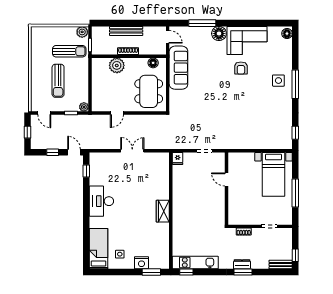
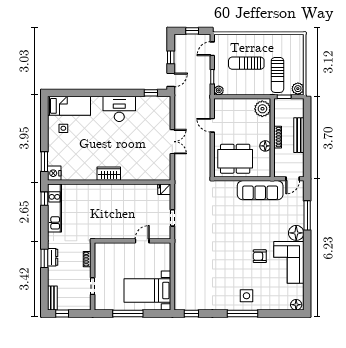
floor lamp: (153, 63) -> (265, 146), moved
plant: (117, 65) -> (262, 109), moved
nightstand: (141, 263) -> (54, 173), moved

